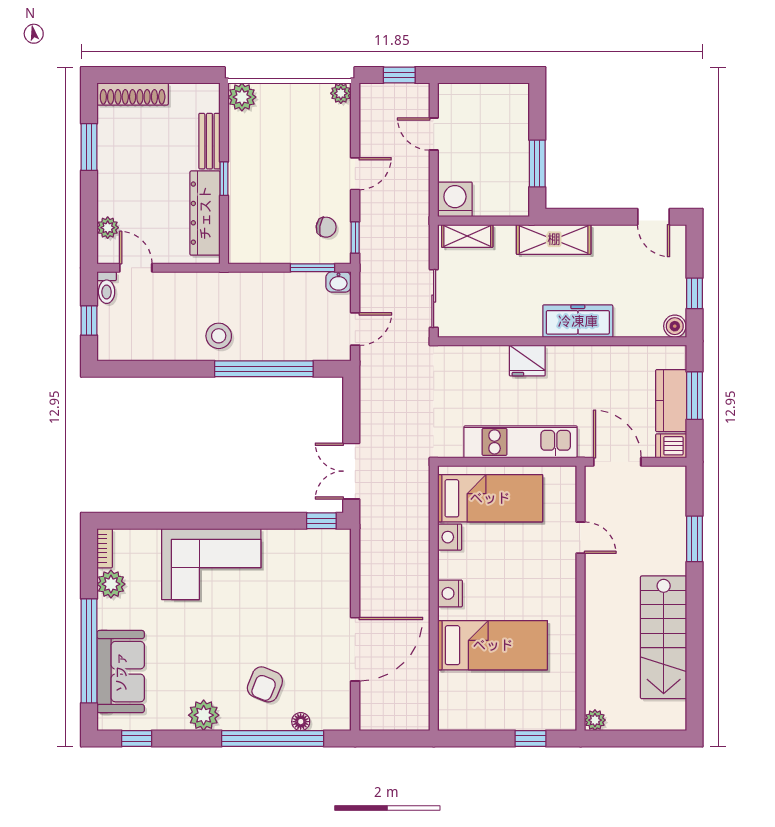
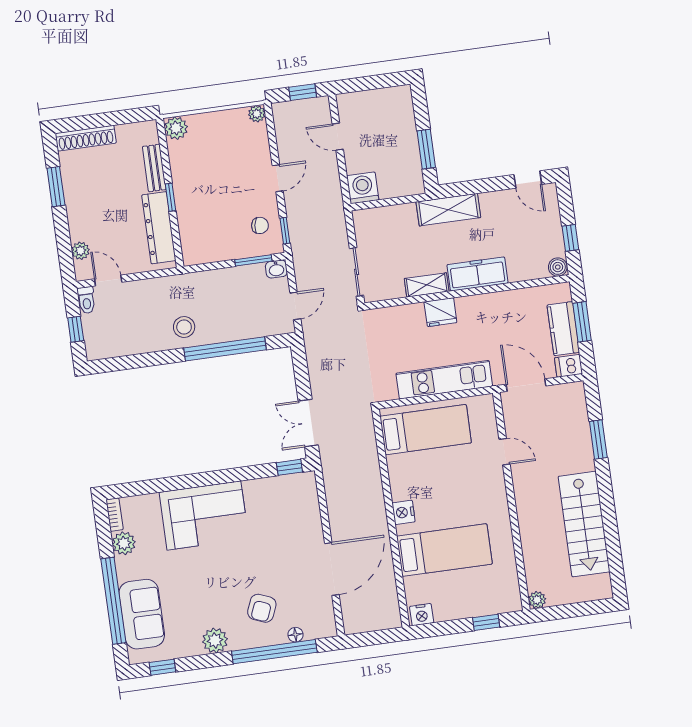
shelving: (467, 236) -> (427, 285), moved
nightstand: (450, 537) -> (422, 615), moved, turned -90

